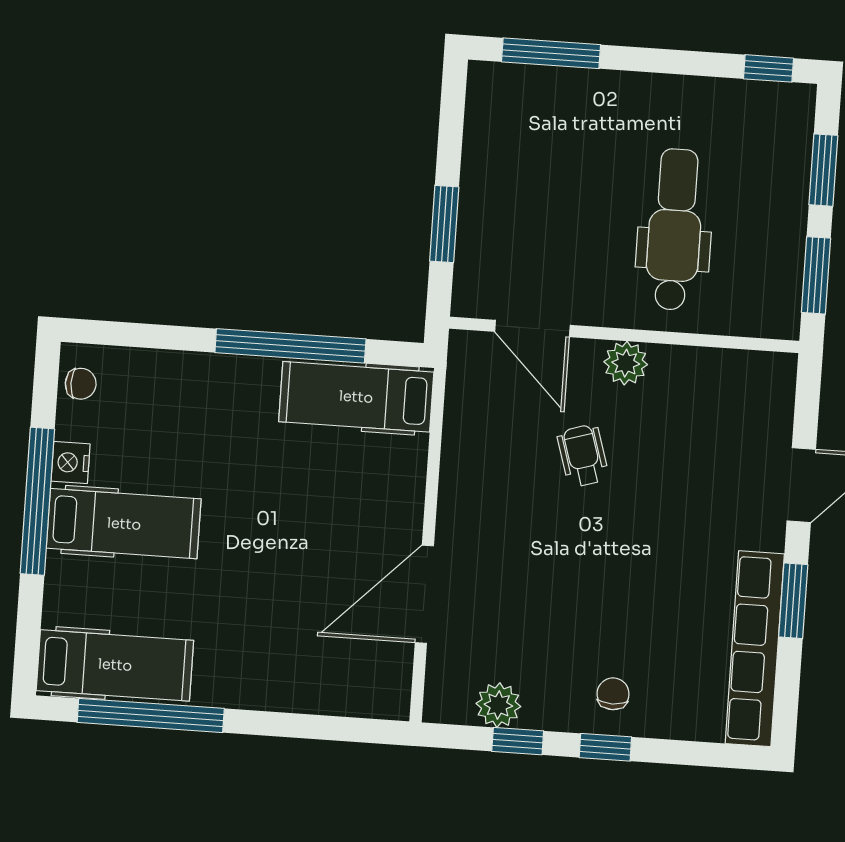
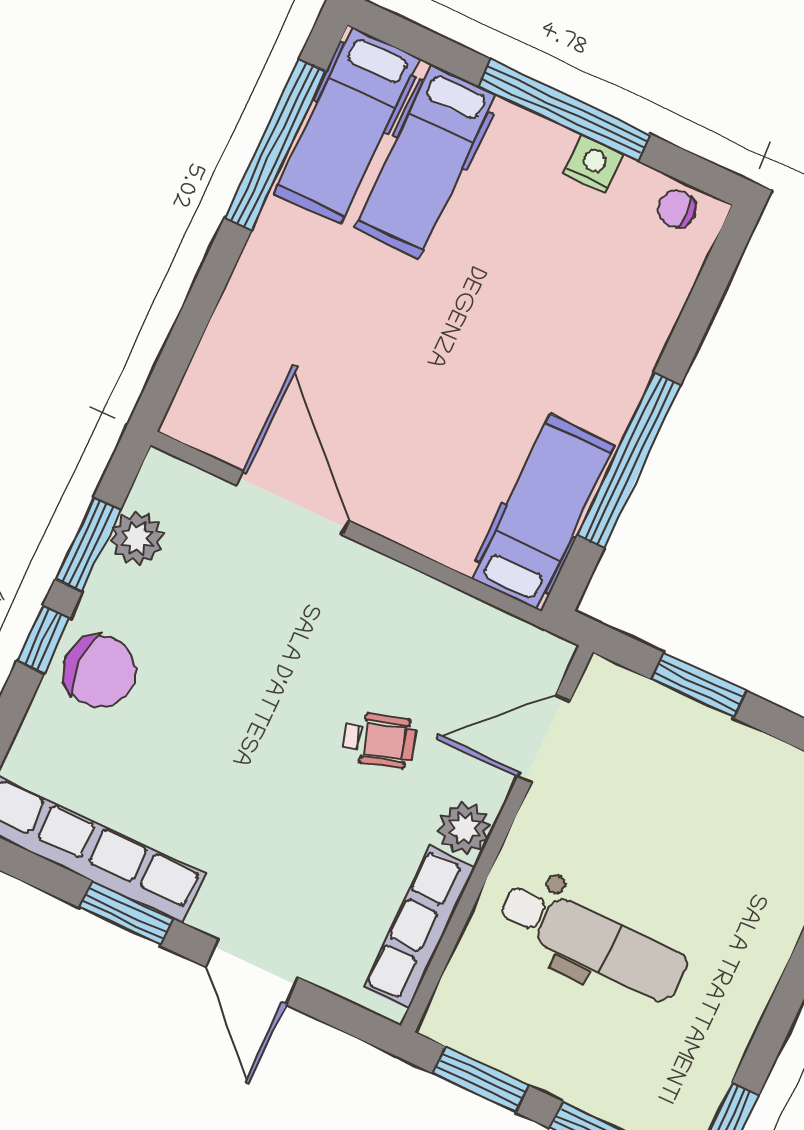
row of seats: (716, 369) -> (419, 927), added
chair: (81, 384) -> (677, 209), turned 90
hospital bed: (124, 524) -> (426, 161), moved
chair: (613, 694) -> (100, 671), width x1.87, depth x1.87
window: (518, 741) -> (88, 544), width x1.50

